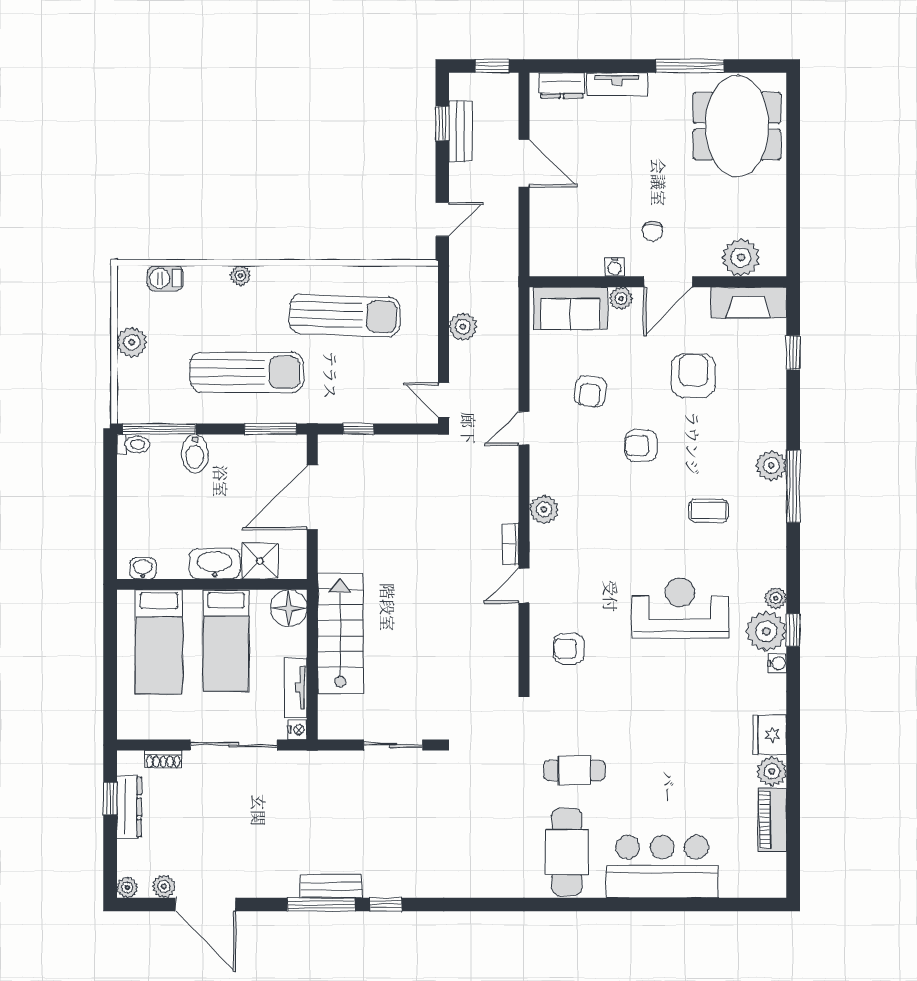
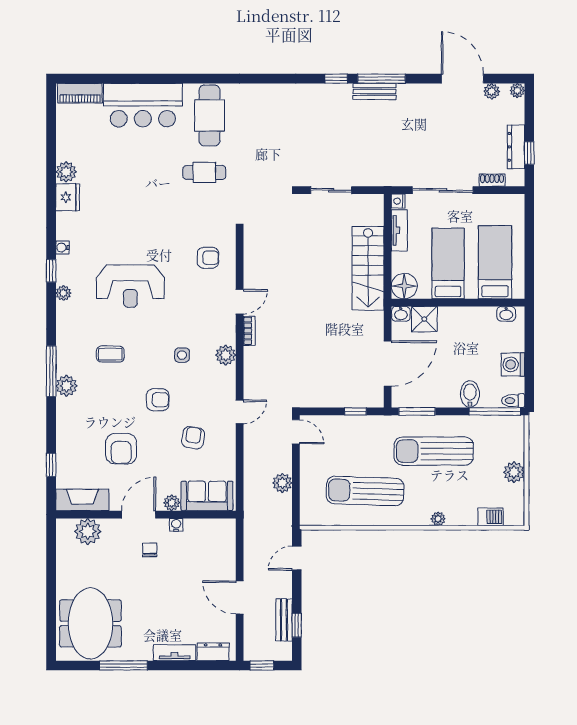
washing machine: (133, 496) -> (513, 364), added
side table: (606, 510) -> (182, 355), added
washbasin: (215, 564) -> (401, 314), moved, width x0.52, depth x0.69
plant: (766, 631) -> (70, 270), removed
piano: (772, 820) -> (80, 93), moved, turned 90

